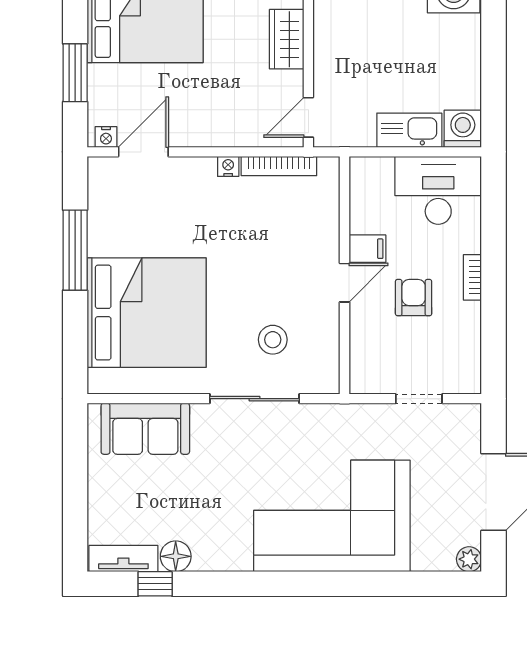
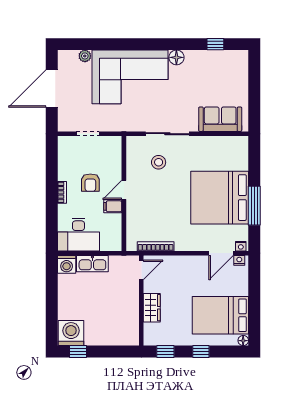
window: (75, 73) -> (254, 291), removed
nightstand: (228, 166) -> (241, 246), moved
bed: (147, 313) -> (220, 198), moved
floor lamp: (176, 556) -> (176, 57), moved
tv unit: (123, 559) -> (231, 56), removed
plant: (469, 559) -> (85, 56), moved

